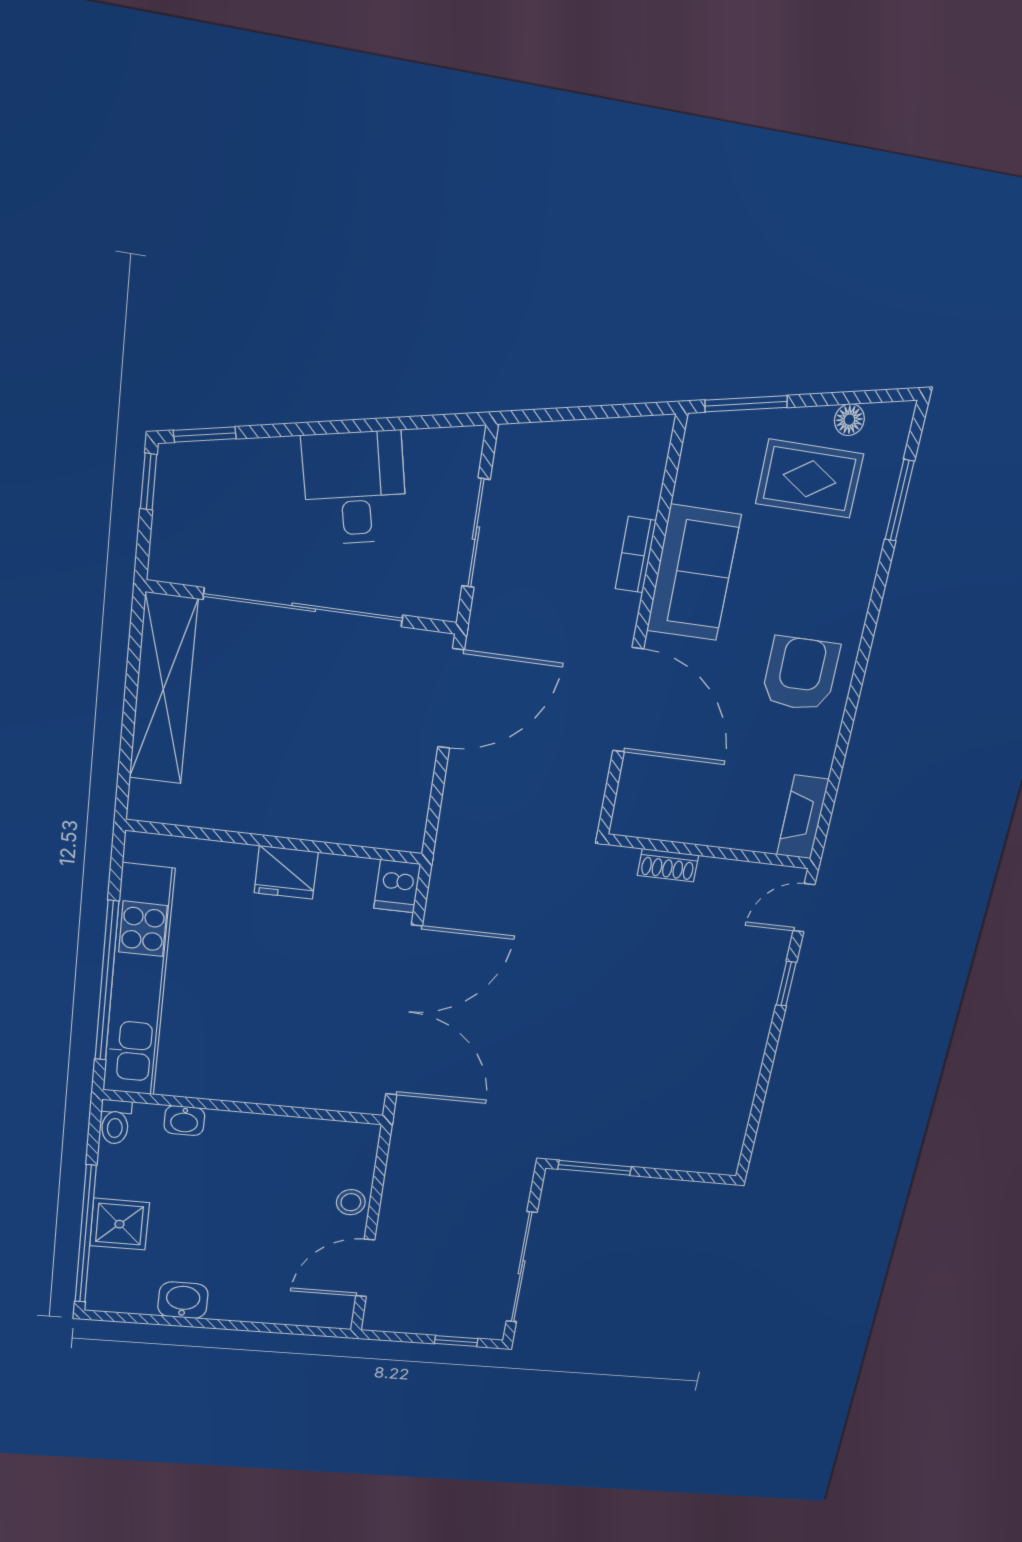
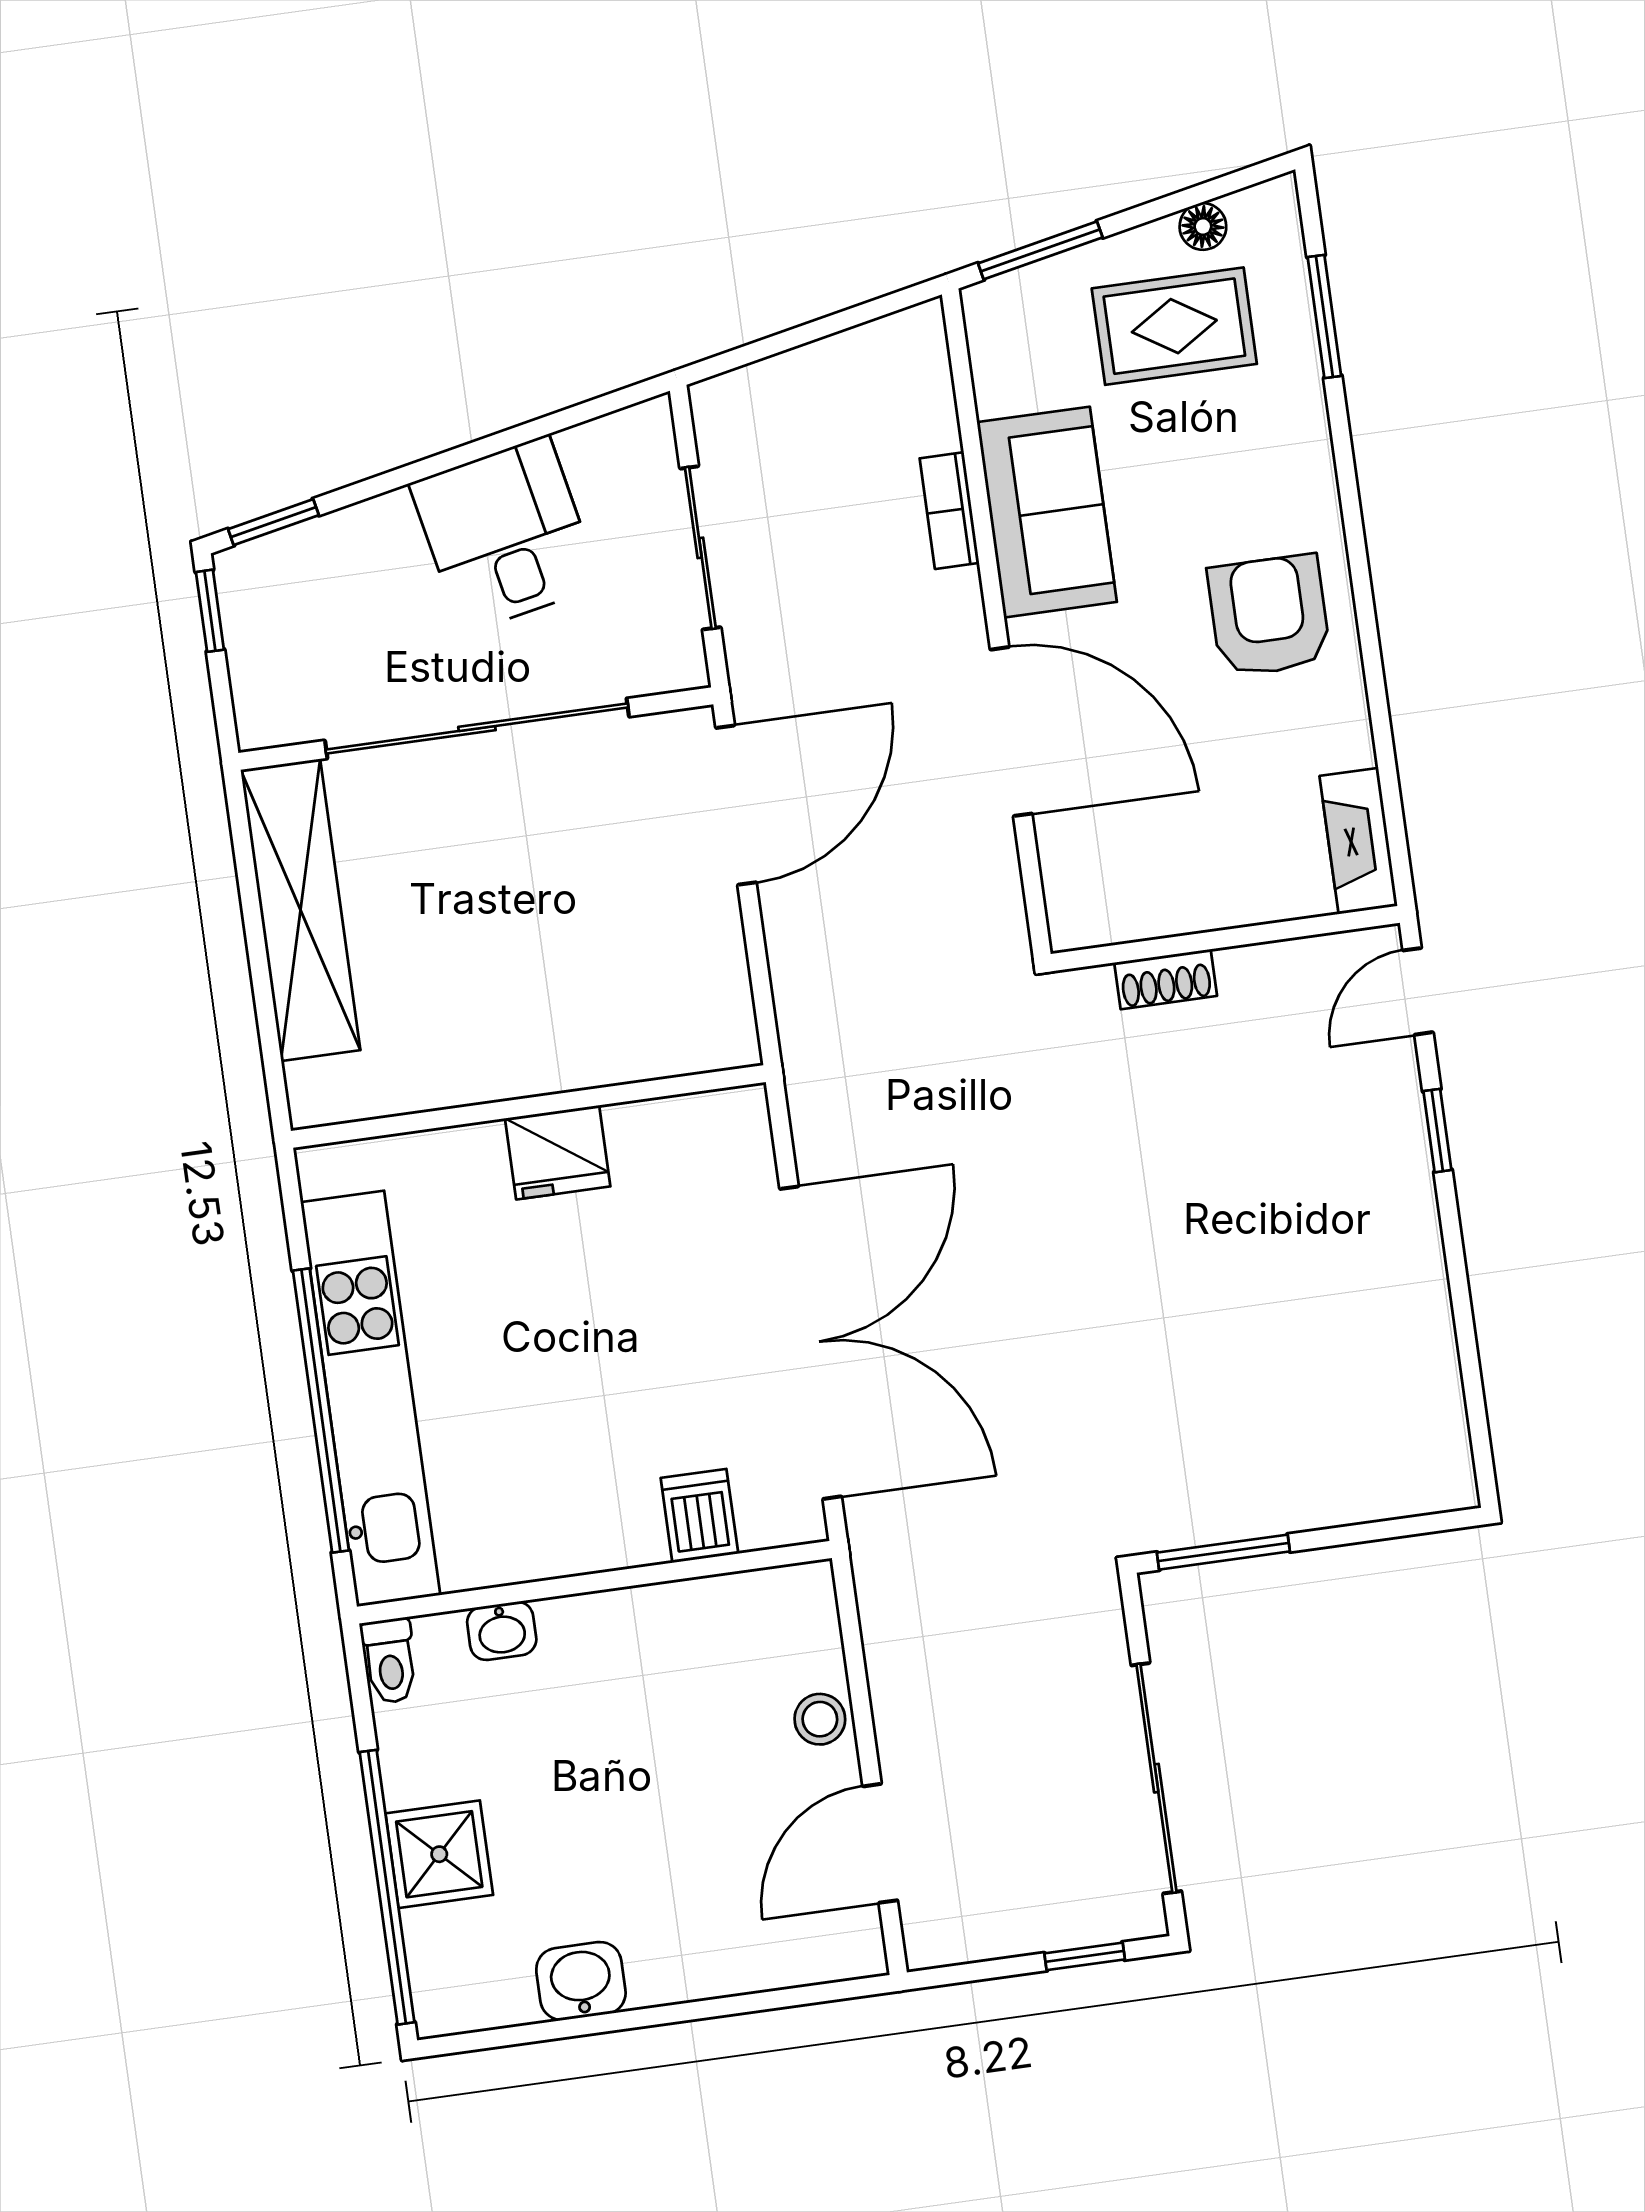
dishwasher: (397, 886) -> (699, 1516), moved, turned 180

